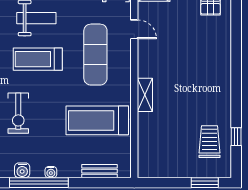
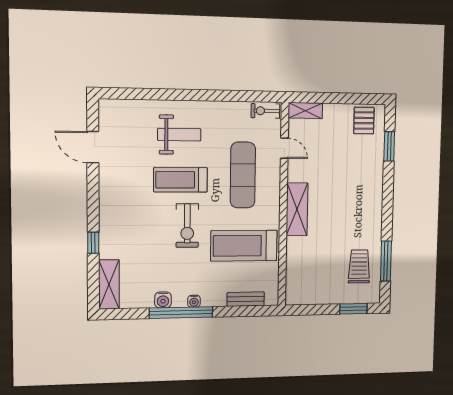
window: (236, 26) -> (389, 146), added
shelving: (145, 95) -> (297, 209), width x1.50, depth x1.33
exercise bike: (18, 113) -> (187, 226), moved
window: (236, 137) -> (386, 261), width x2.17

